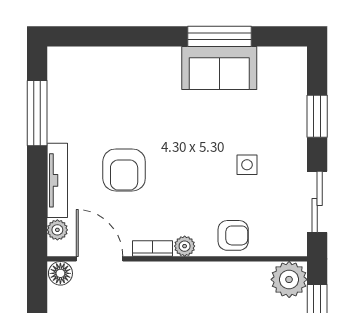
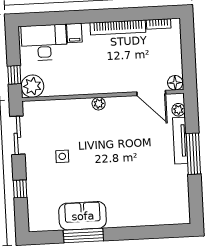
window: (37, 113) -> (193, 154), moved
window: (317, 116) -> (20, 189), width x0.67
armchair: (124, 170) -> (139, 149), removed
armchair: (233, 235) -> (69, 112), removed
bookcase: (152, 248) -> (119, 101), removed

